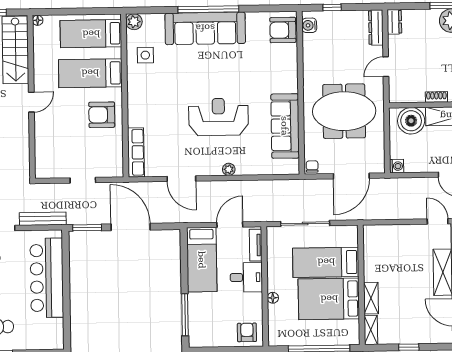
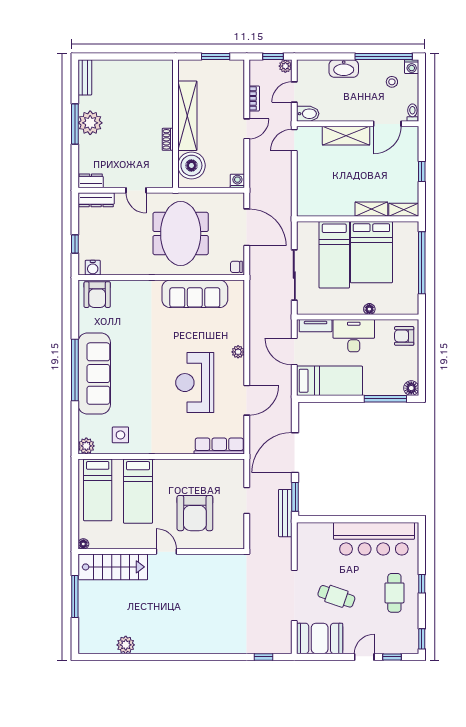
armchair: (102, 115) -> (195, 513), moved, width x1.36, depth x1.36
reception desk: (218, 117) -> (195, 383), moved
bench: (43, 219) -> (285, 513), moved
desk: (246, 277) -> (354, 336), width x1.37
bar counter: (47, 278) -> (374, 539), moved
floor lamp: (196, 340) -> (411, 388), added

